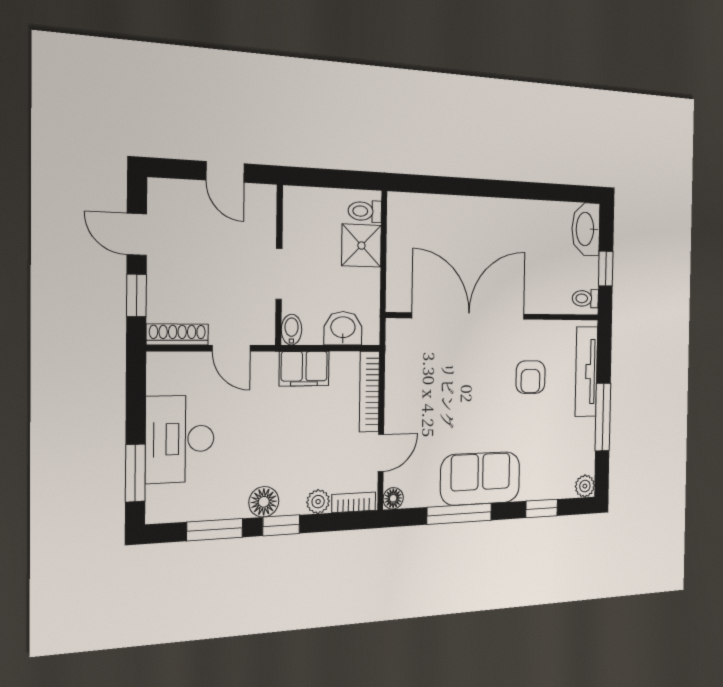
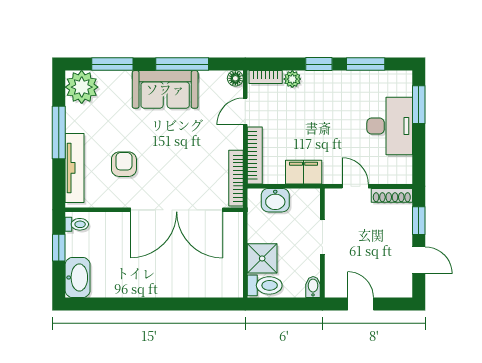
toilet: (365, 211) -> (265, 285), width x1.37, depth x1.39
bidet: (292, 330) -> (313, 287), moved, turned 180
bookcase: (394, 359) -> (236, 178), added
plant: (585, 486) -> (82, 87), width x1.88, depth x1.88
floor lamp: (264, 502) -> (332, 81), removed
window: (542, 508) -> (112, 64), width x1.50

